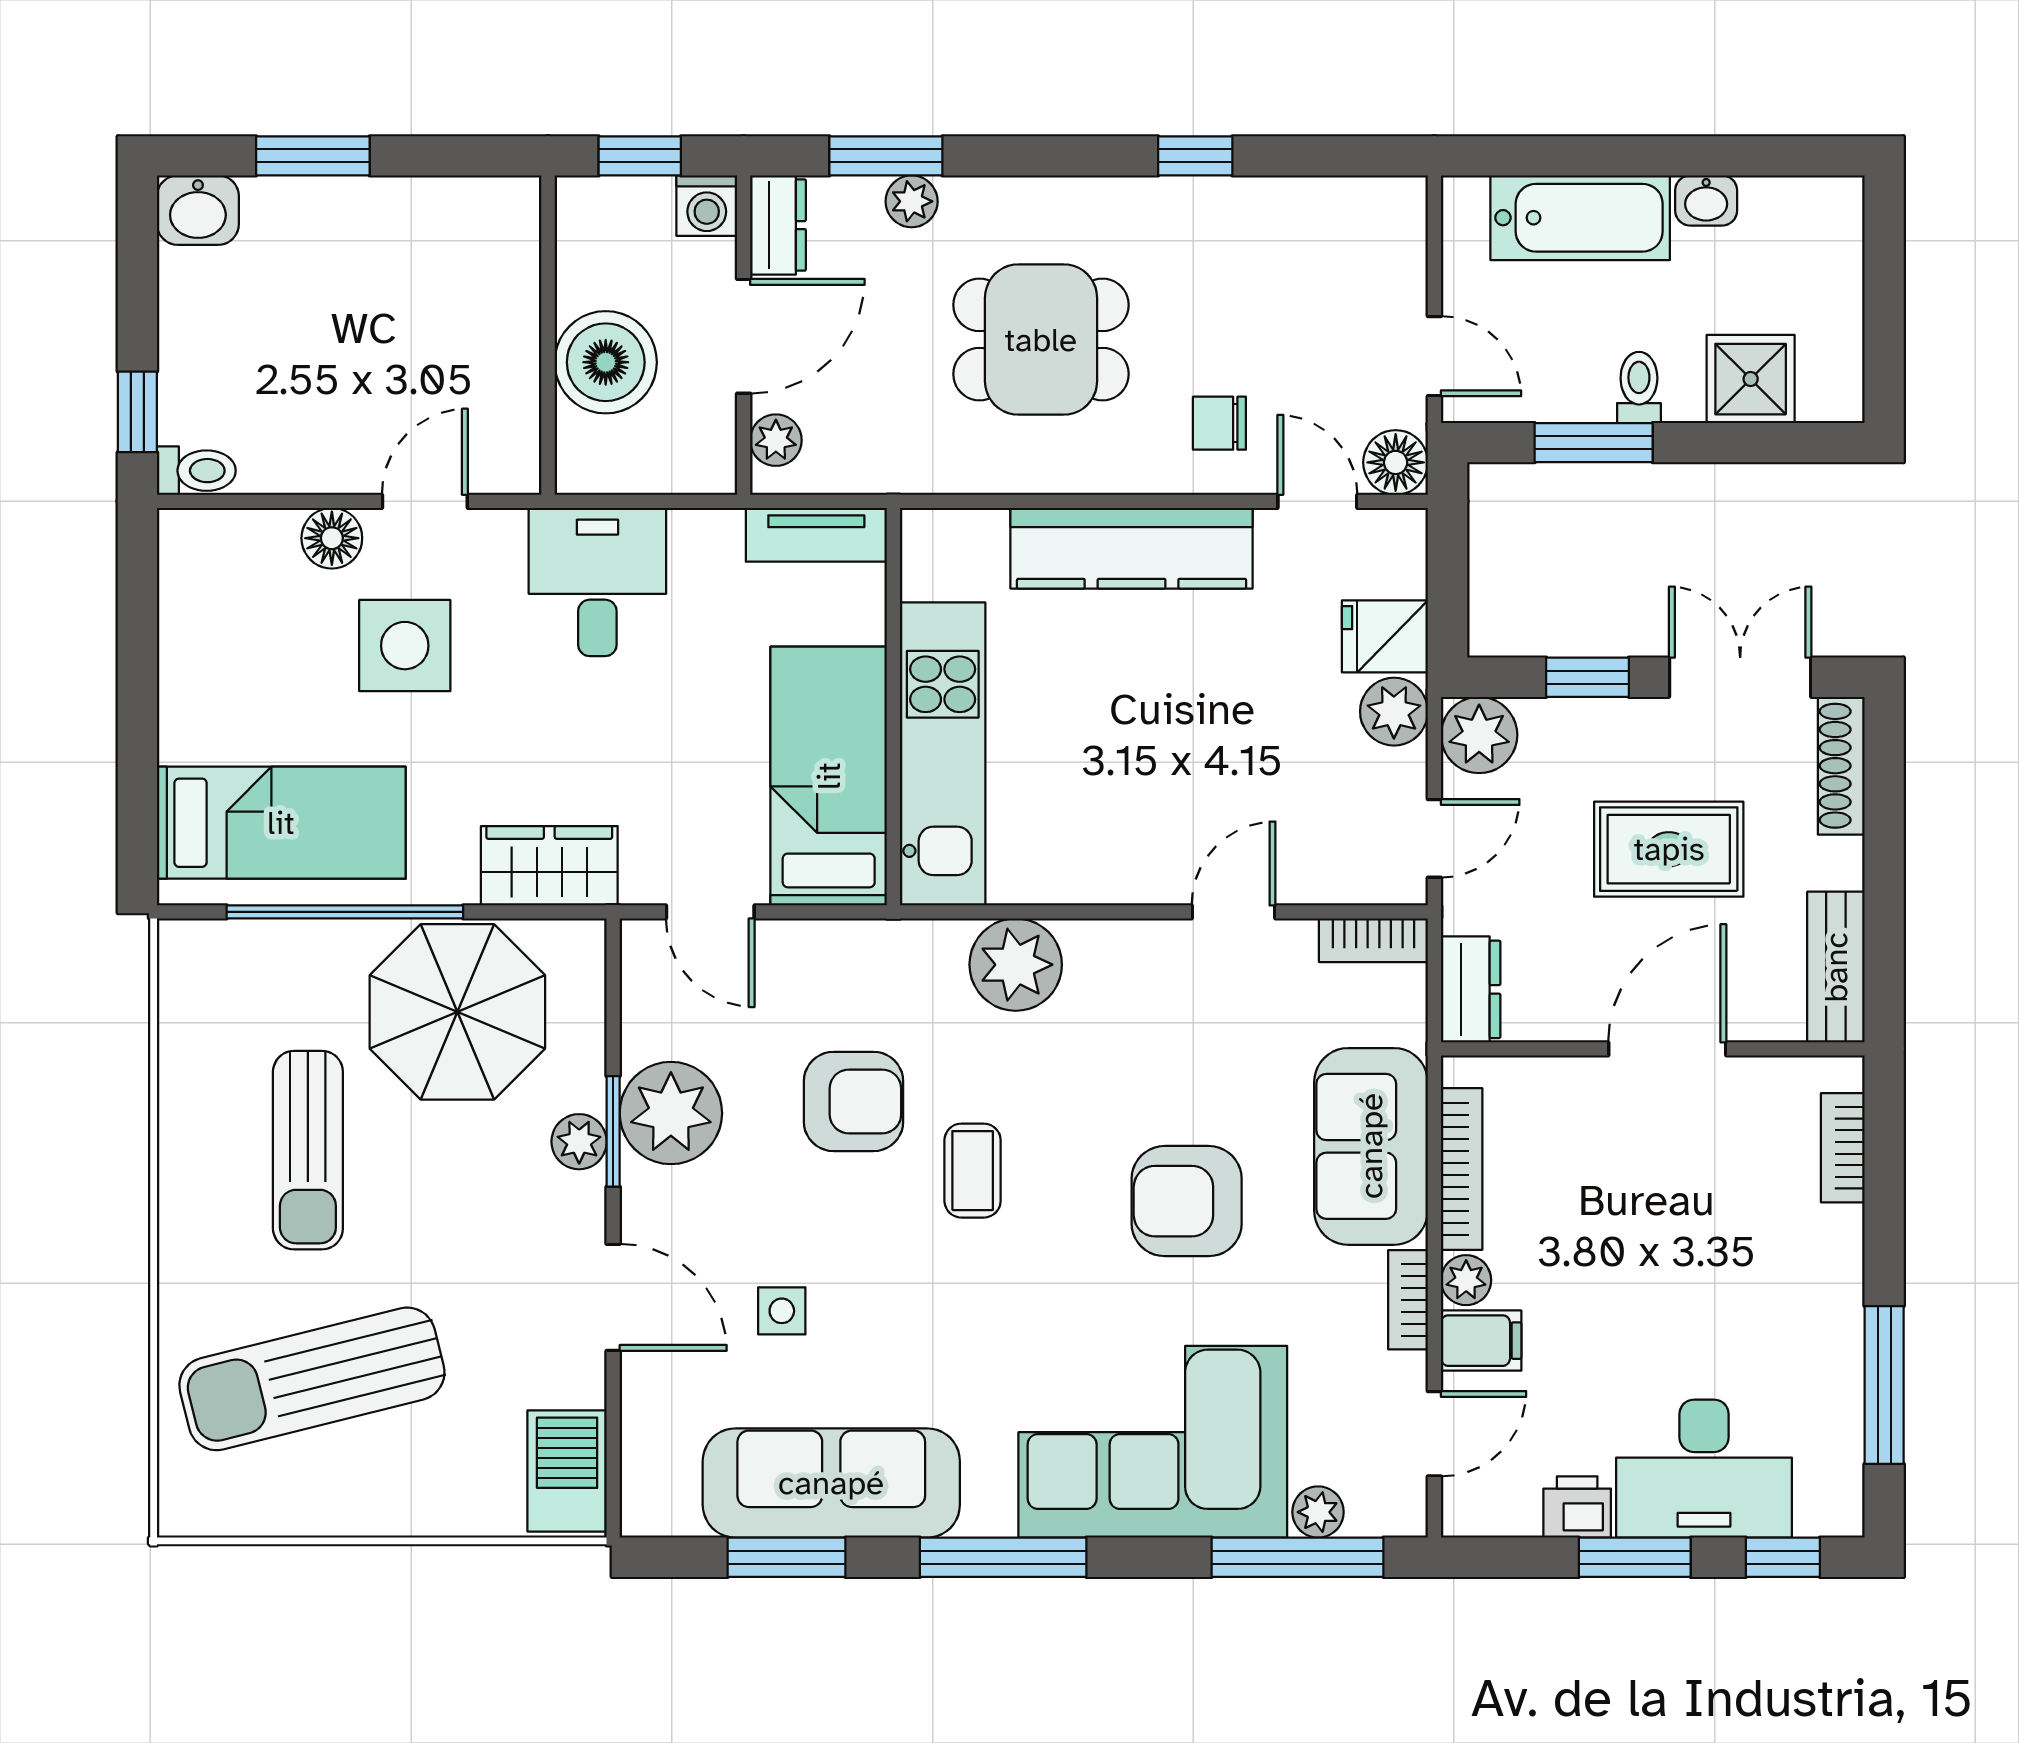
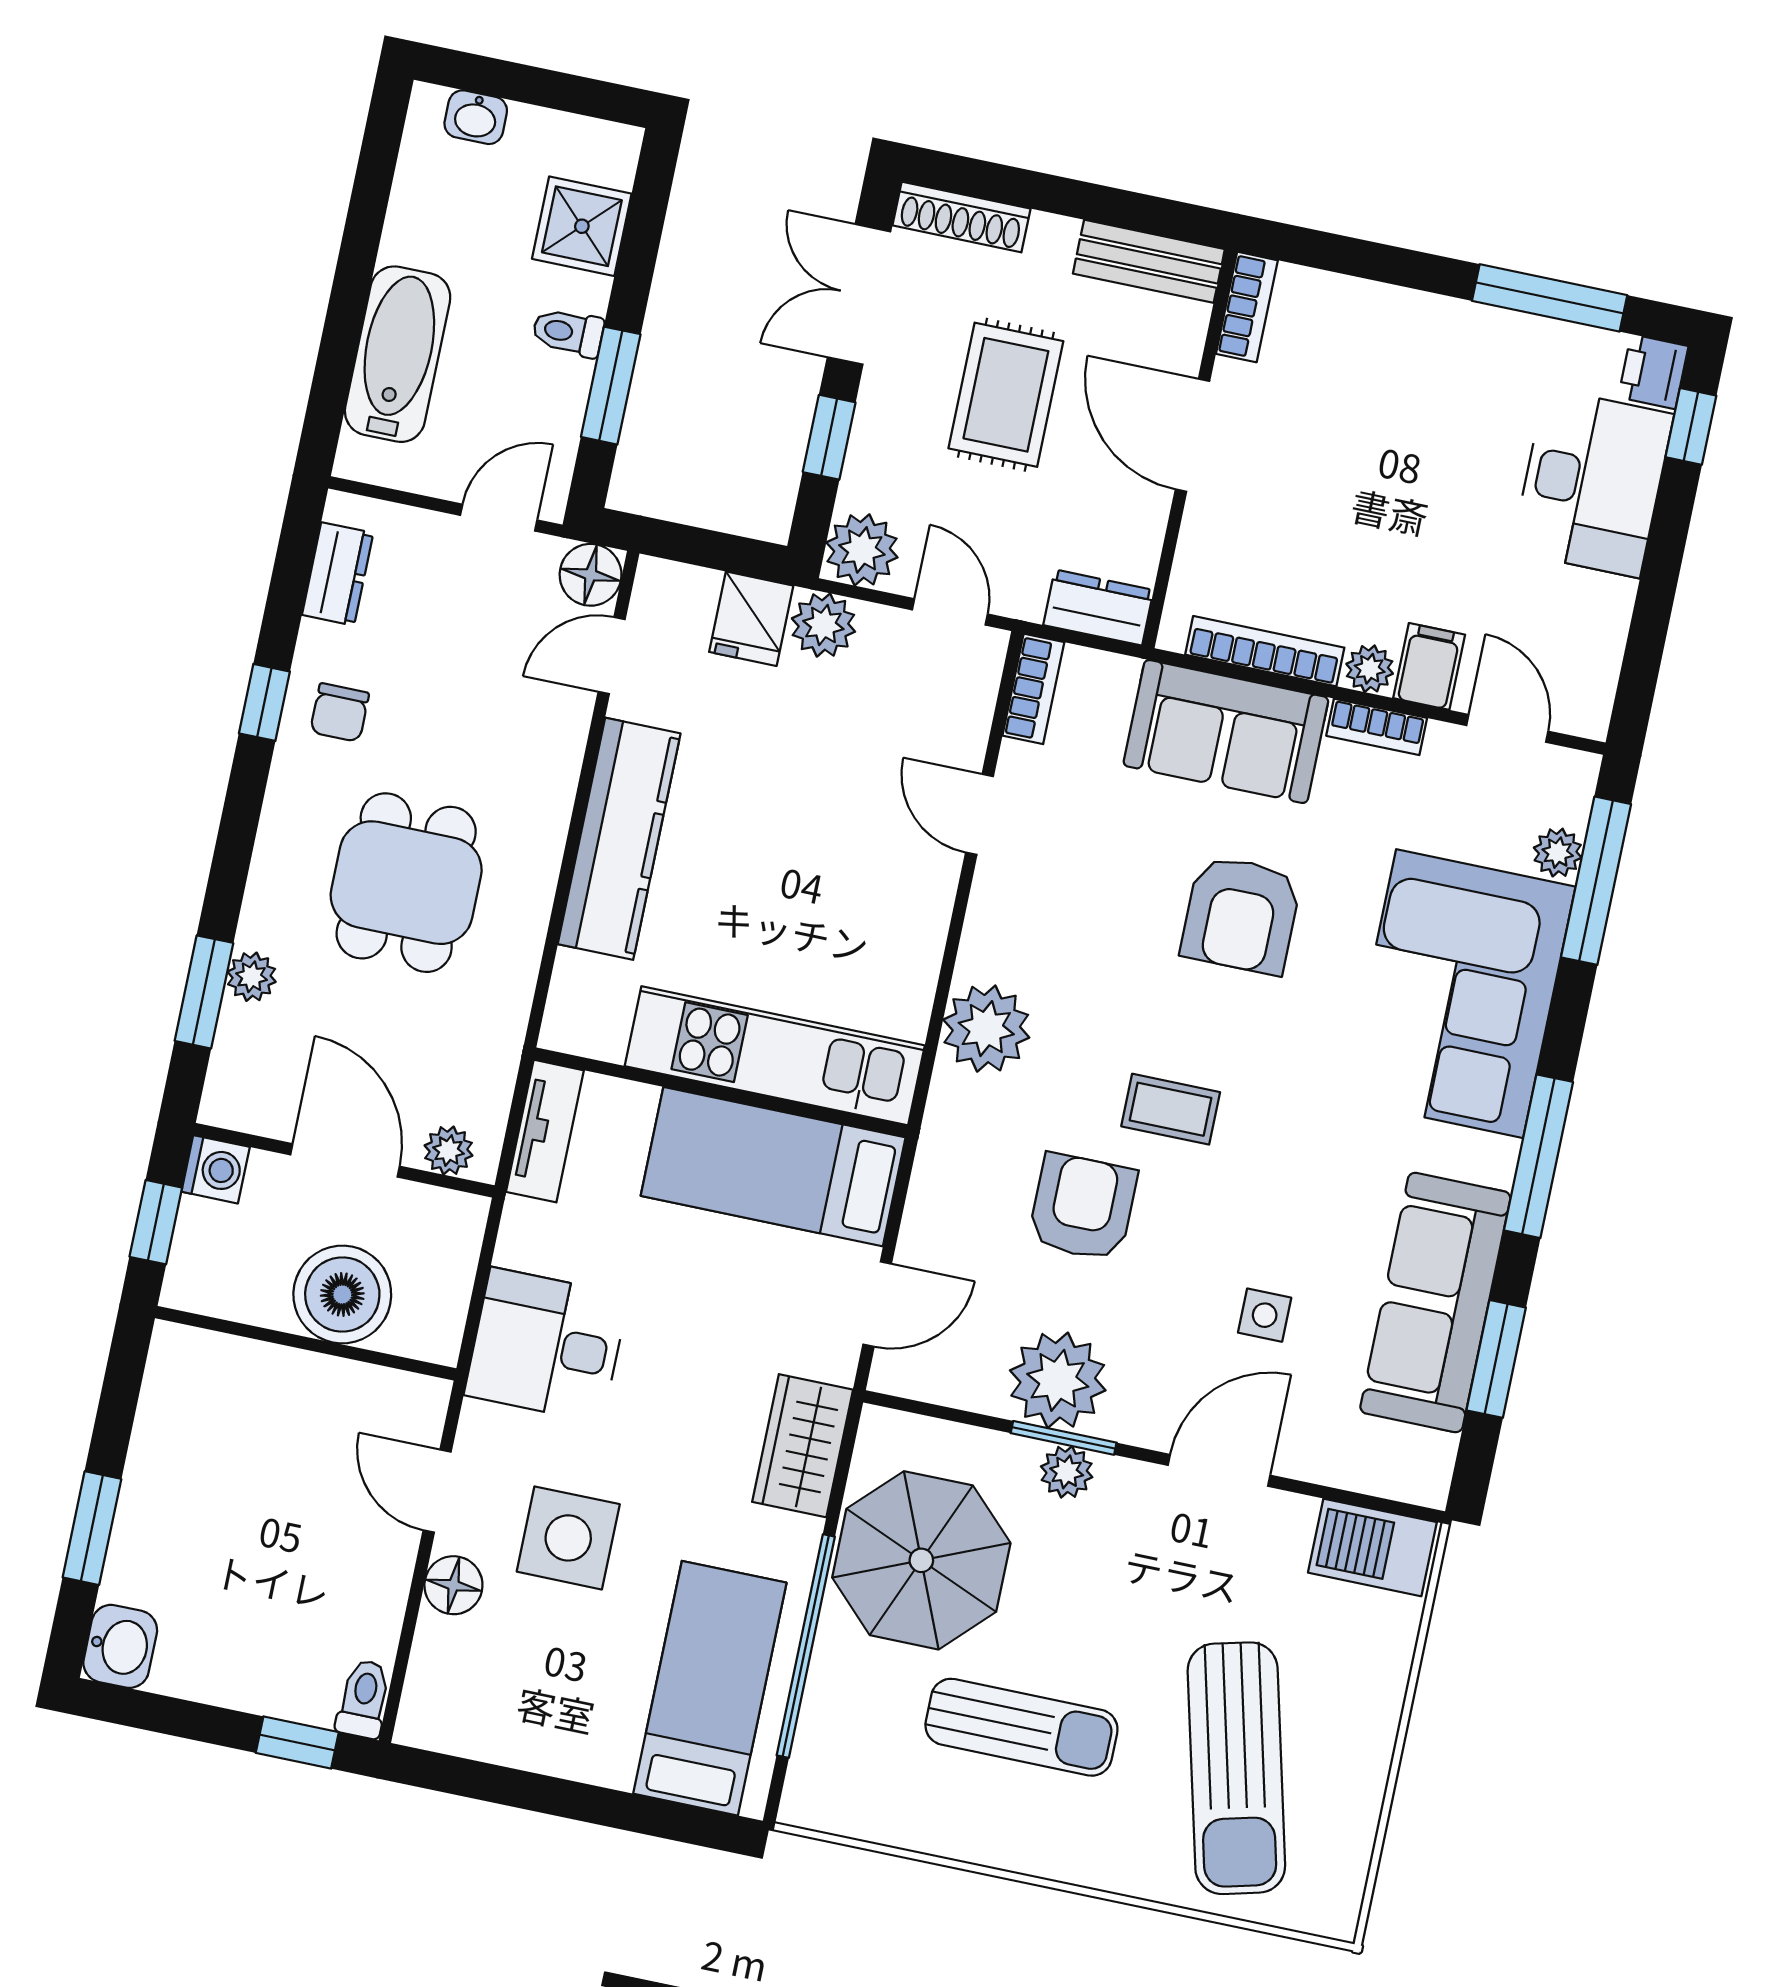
washbasin: (1706, 200) -> (476, 117), moved, turned 90
dresser: (778, 225) -> (338, 574), moved, turned 90
chair: (1219, 423) -> (340, 713), moved
bookcase: (1843, 1148) -> (1247, 307), moved, turned -90
printer: (1577, 1507) -> (1653, 372), moved
window: (1635, 1557) -> (1662, 565), removed

